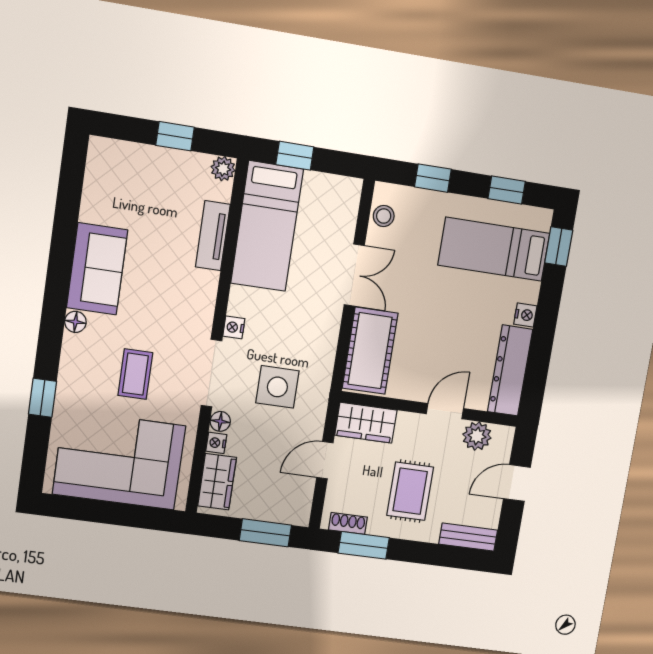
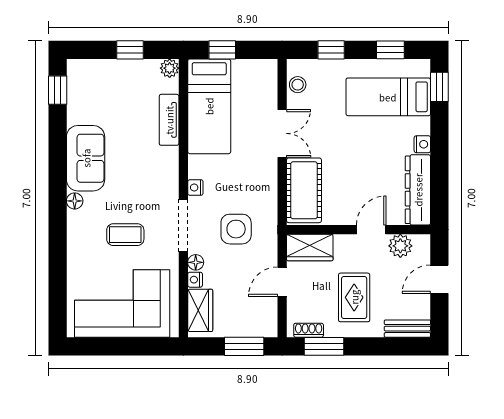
coffee table: (135, 374) -> (125, 235), turned 90
window: (43, 398) -> (58, 90), moved

